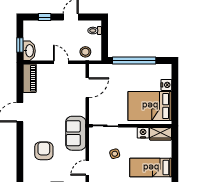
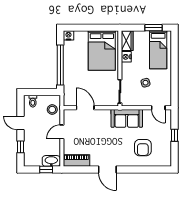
nightstand: (166, 85) -> (68, 35), moved
armchair: (44, 151) -> (143, 148), turned -90
window: (175, 162) -> (153, 28), added

